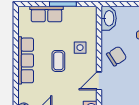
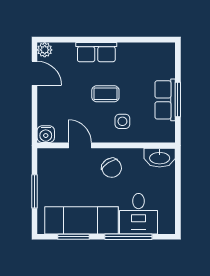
row of seats: (46, 14) -> (165, 100), moved
row of seats: (26, 60) -> (96, 52), width x0.68

